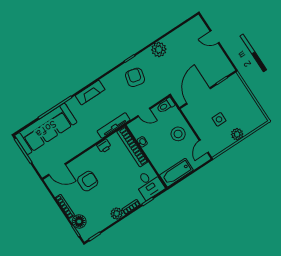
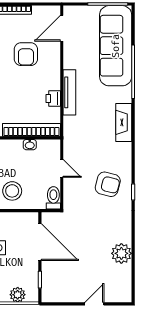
plant: (159, 50) -> (121, 253), moved
plant: (240, 88) -> (18, 295), added
door: (144, 112) -> (62, 168), swing flipped
tv unit: (114, 125) -> (69, 92), moved

